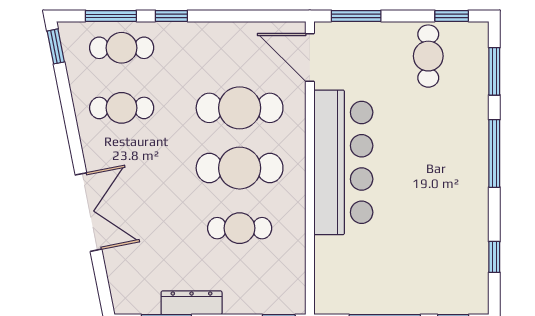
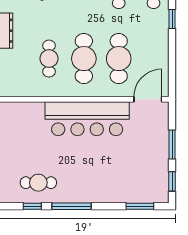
window: (356, 16) -> (172, 145), moved
cafe table: (428, 56) -> (38, 183), moved
window: (494, 153) -> (71, 206), moved

